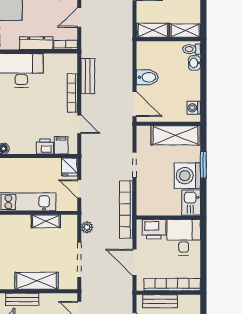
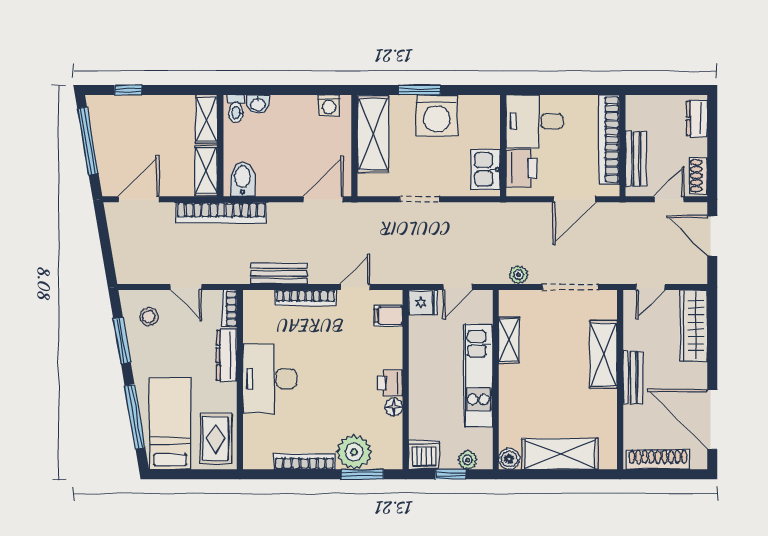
bidet: (147, 77) -> (242, 179), moved
printer: (45, 147) -> (391, 383), moved
kitchen sink: (191, 203) -> (486, 169), moved, turned 90
bookcase: (126, 210) -> (221, 213), moved

